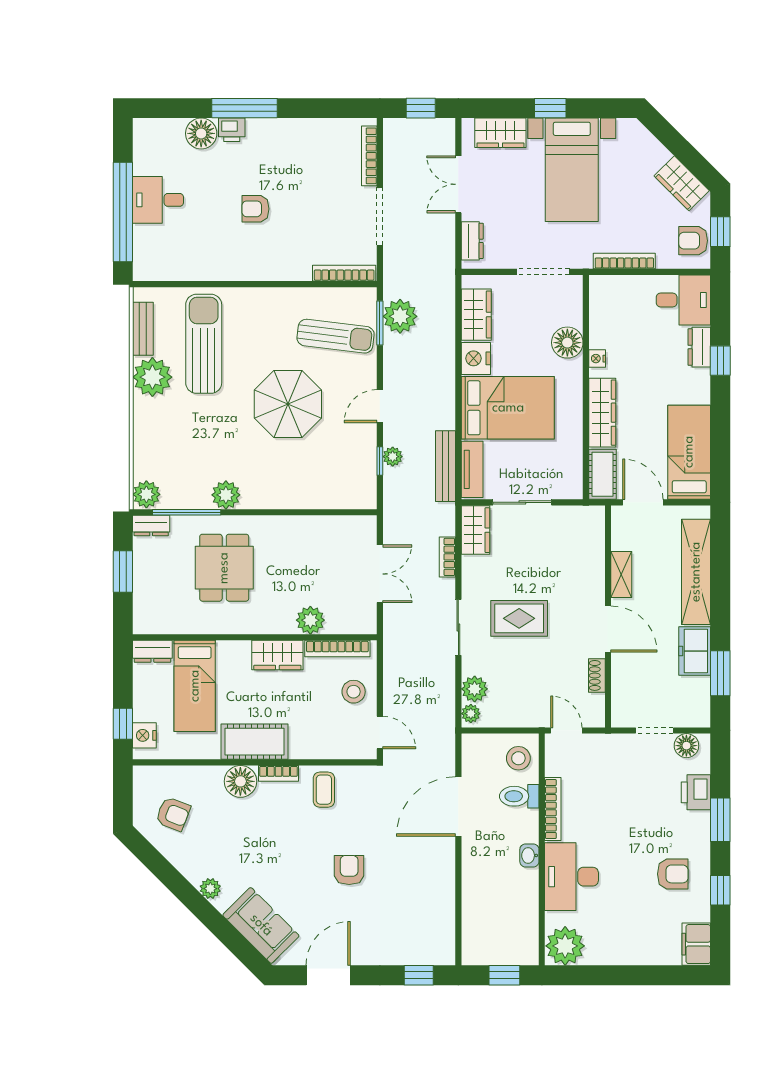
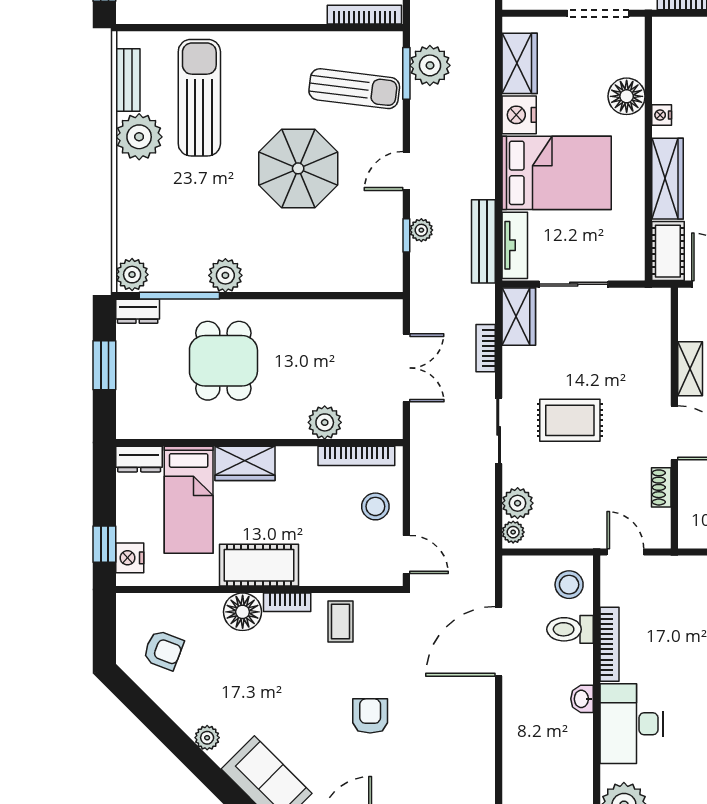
wardrobe: (277, 655) -> (245, 463), moved

